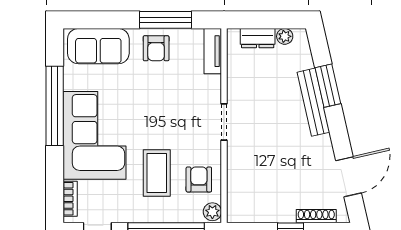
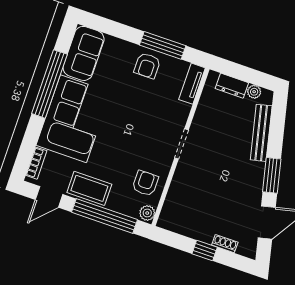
sofa: (98, 46) -> (84, 53), moved, turned -90
window: (328, 86) -> (272, 175), moved
bench: (313, 102) -> (261, 133), moved
coffee table: (157, 173) -> (89, 188), moved, turned 90
shoe rack: (316, 216) -> (225, 244), width x0.70

